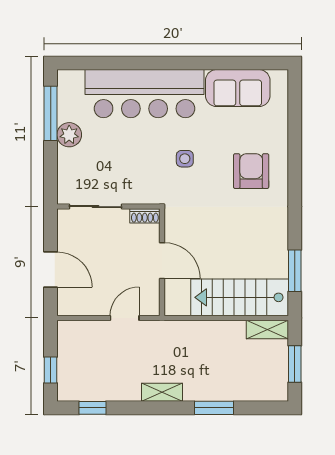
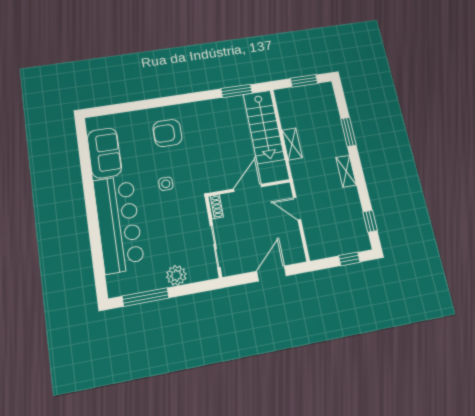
plant: (69, 135) -> (176, 275), moved
shelving: (267, 329) -> (292, 144), moved

